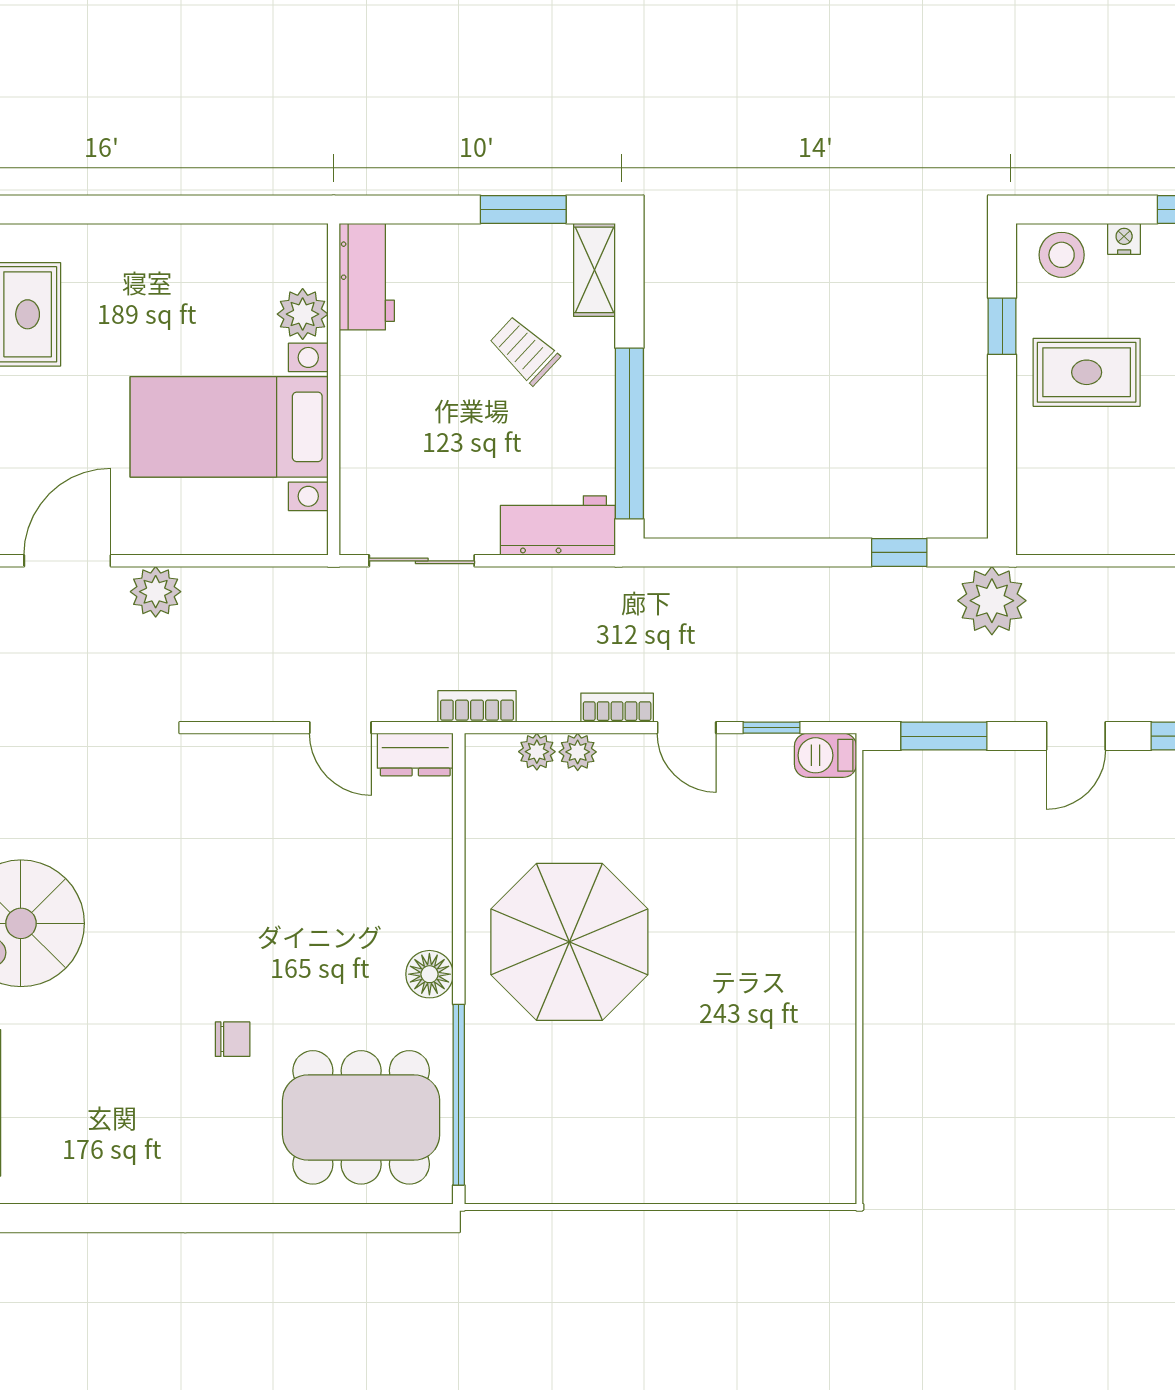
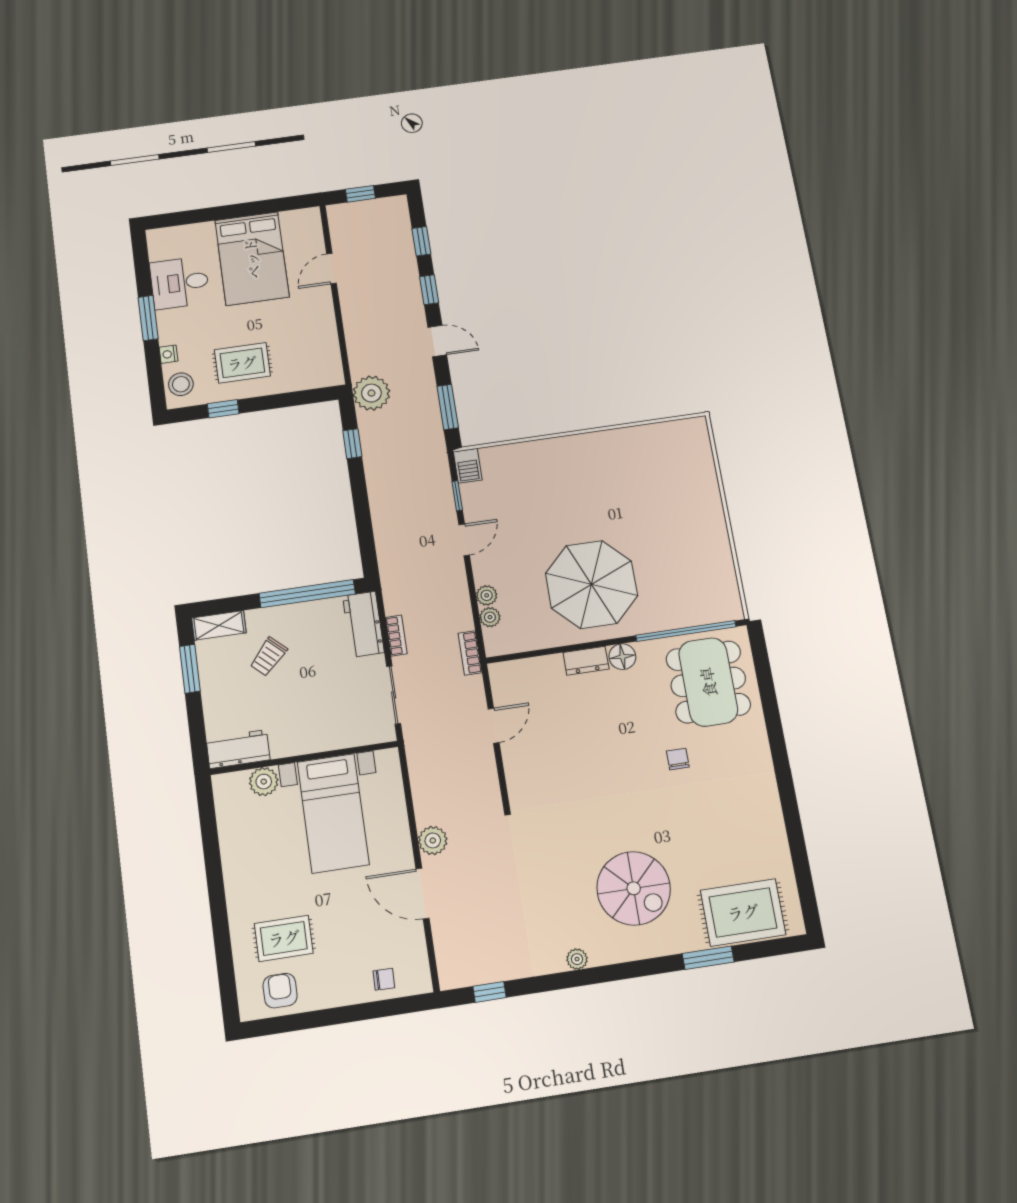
rug: (1087, 372) -> (242, 363), turned 90
bookcase: (617, 708) -> (396, 636), moved, turned 180
dresser: (415, 755) -> (586, 661), moved, turned 90

